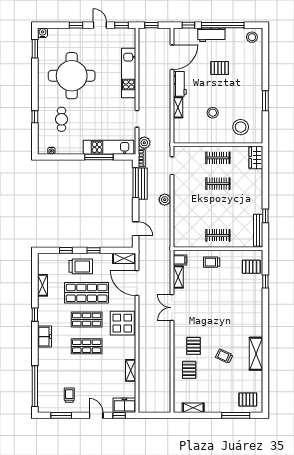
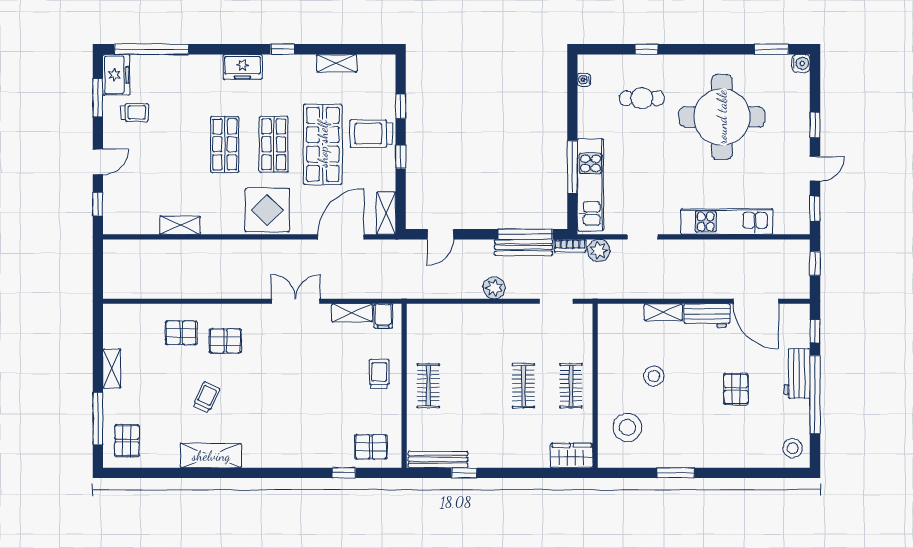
trolley: (81, 266) -> (371, 134), turned 90
pallet: (251, 267) -> (371, 447), turned 90
freezer: (124, 405) -> (116, 75), moved
shelving: (193, 408) -> (112, 368), moved

